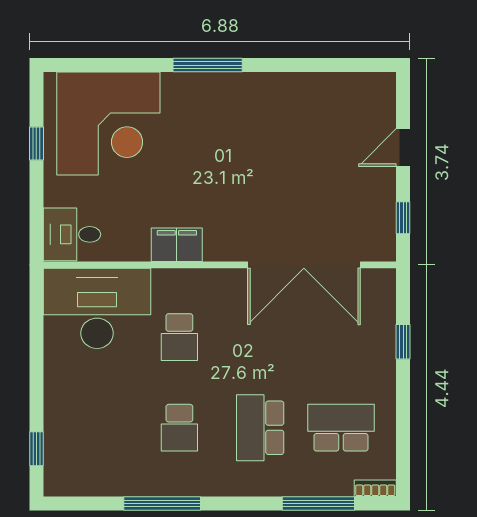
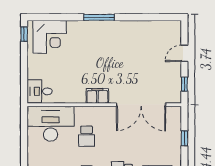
corner desk: (108, 124) -> (50, 37), width x0.74, depth x0.74
window: (36, 144) -> (24, 34), moved
filing cabinet: (177, 245) -> (97, 96), moved

